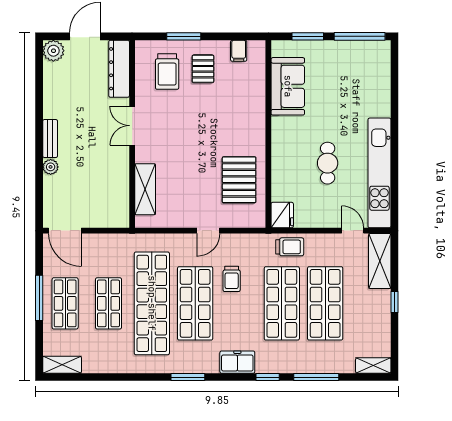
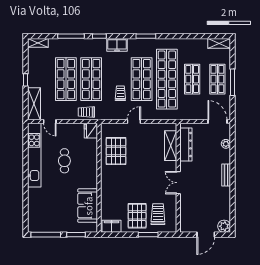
filing cabinet: (239, 51) -> (112, 226), width x2.00
dresser: (119, 69) -> (186, 144), moved
pallet: (203, 69) -> (137, 216), width x1.50, depth x1.42
double door: (132, 126) -> (178, 183), swing flipped
plant: (51, 167) -> (226, 144), moved

